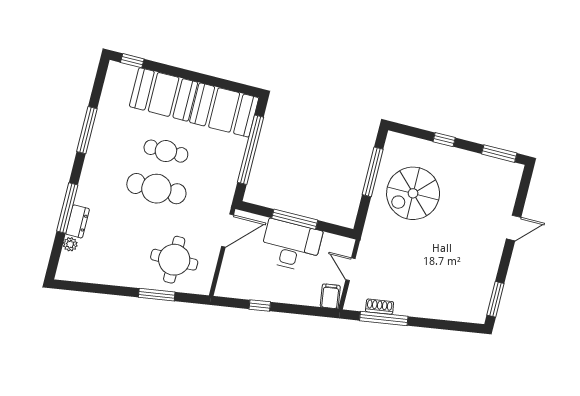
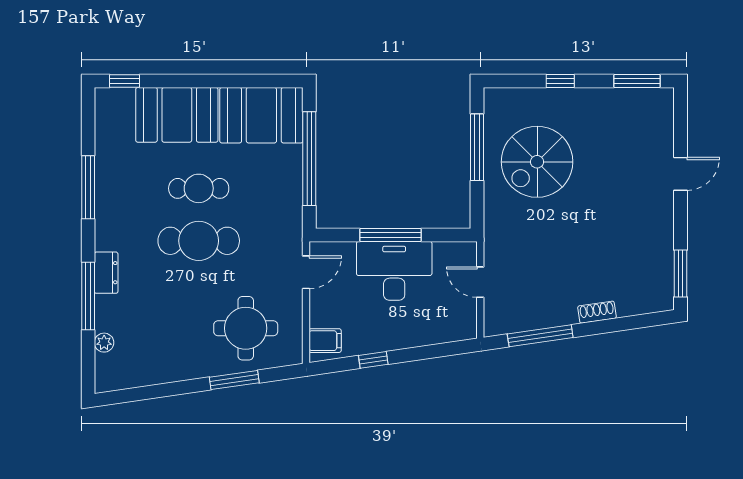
dresser: (78, 221) -> (106, 273), moved
door: (228, 231) -> (306, 272), width x0.73
filing cabinet: (330, 296) -> (325, 341), moved, turned 98
shoe rack: (380, 307) -> (597, 312), moved

